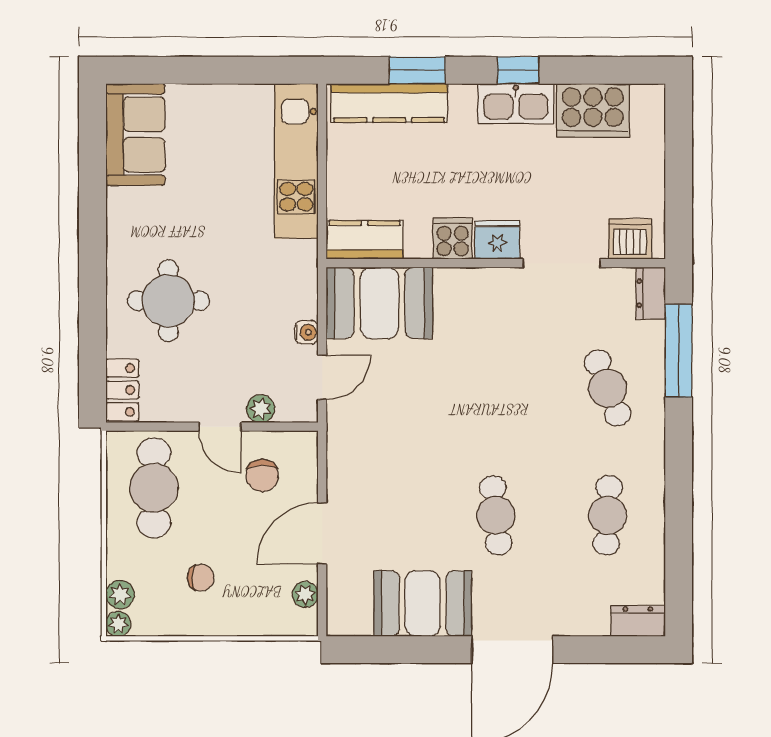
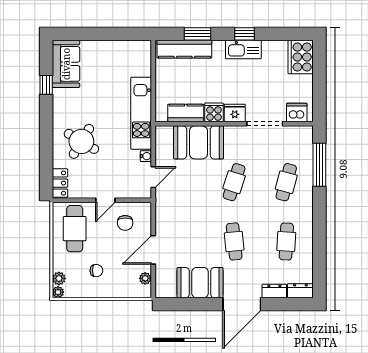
cooker: (593, 110) -> (301, 57), moved, turned 90
kitchen unit: (296, 161) -> (141, 113), moved
window: (93, 179) -> (46, 85), added
kitchen counter: (365, 240) -> (186, 113), moved
dresser: (651, 293) -> (274, 291), moved, turned 90
round table: (168, 301) -> (81, 141), turned 31
booth: (379, 303) -> (198, 142), moved
cafe table: (496, 388) -> (234, 182), added
cafe table: (608, 388) -> (286, 182), turned 36
plant: (261, 409) -> (124, 192), removed
door: (220, 427) -> (105, 200), hinge flipped

